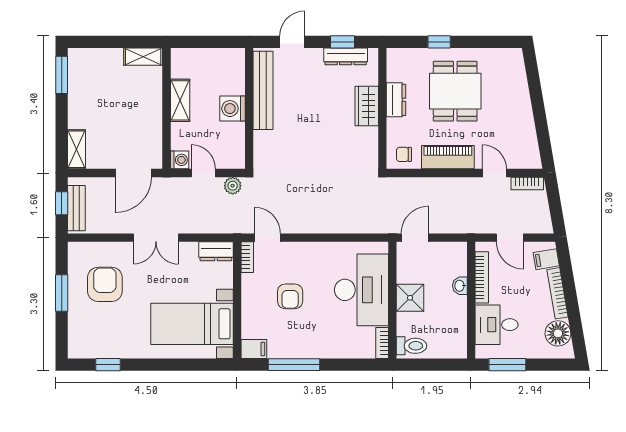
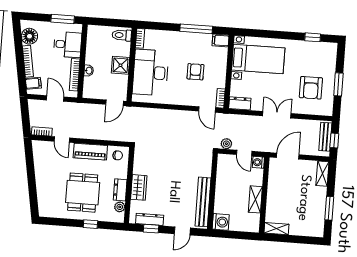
plant: (395, 73) -> (120, 207), added
window: (62, 75) -> (329, 208), moved
washing machine: (232, 109) -> (221, 222), moved

